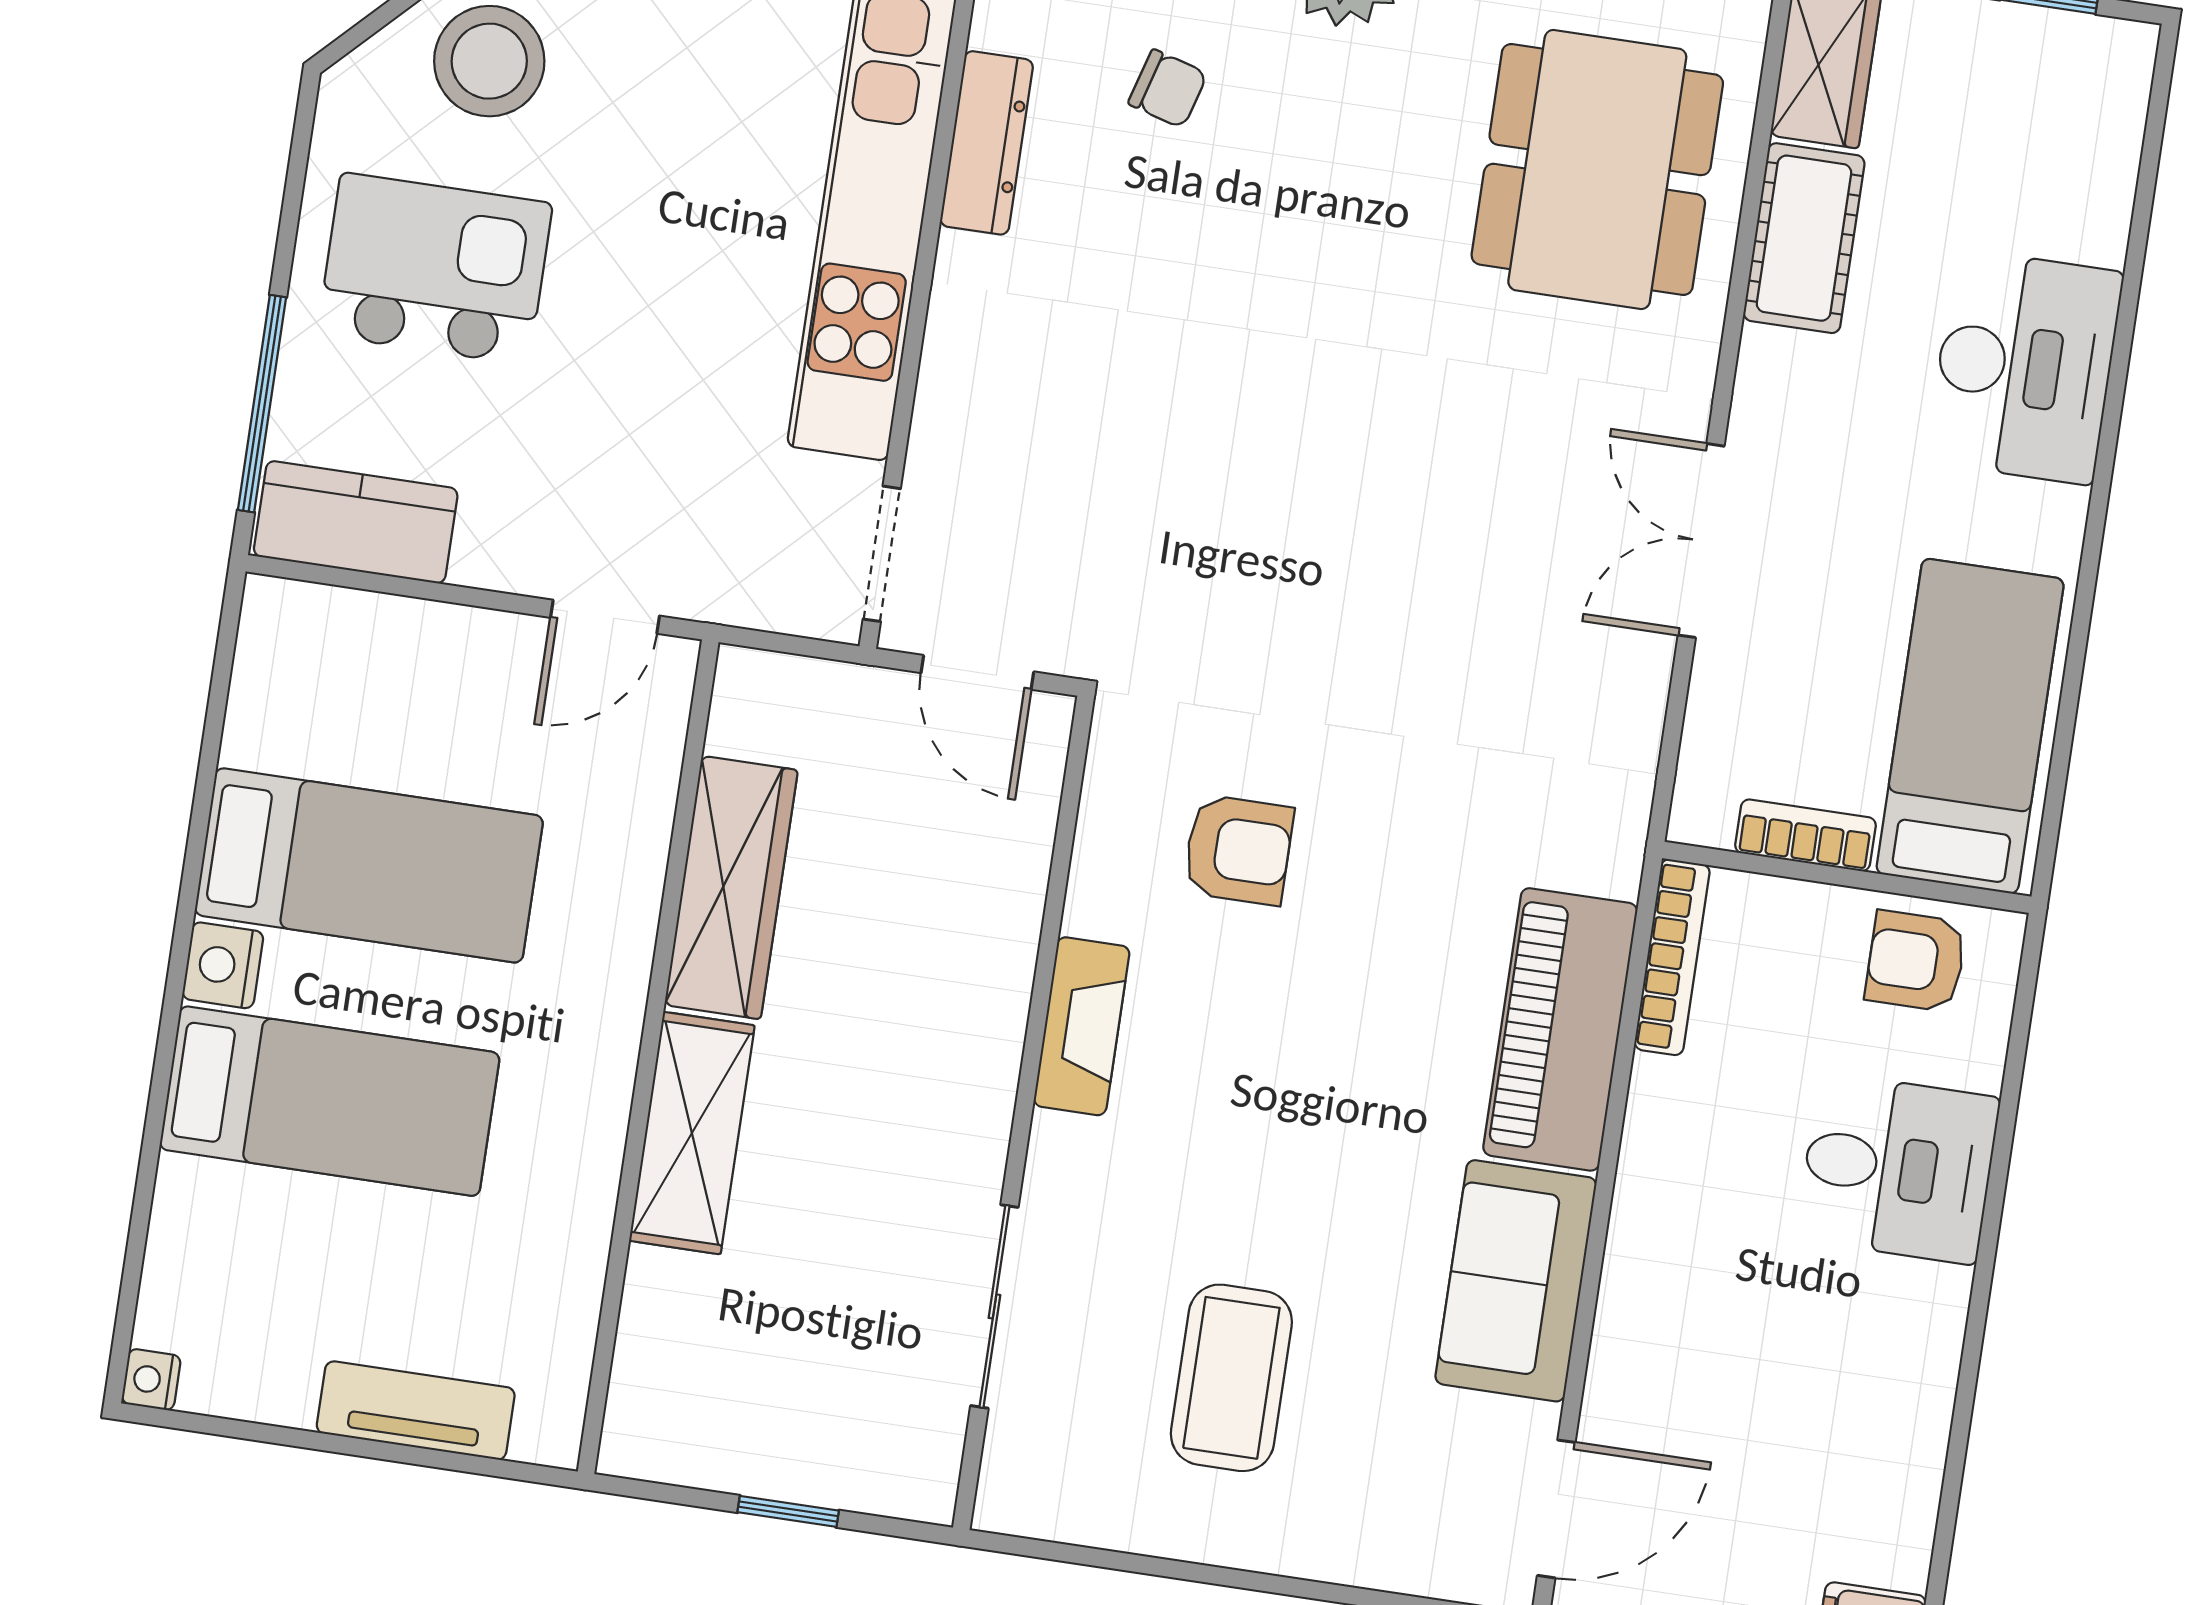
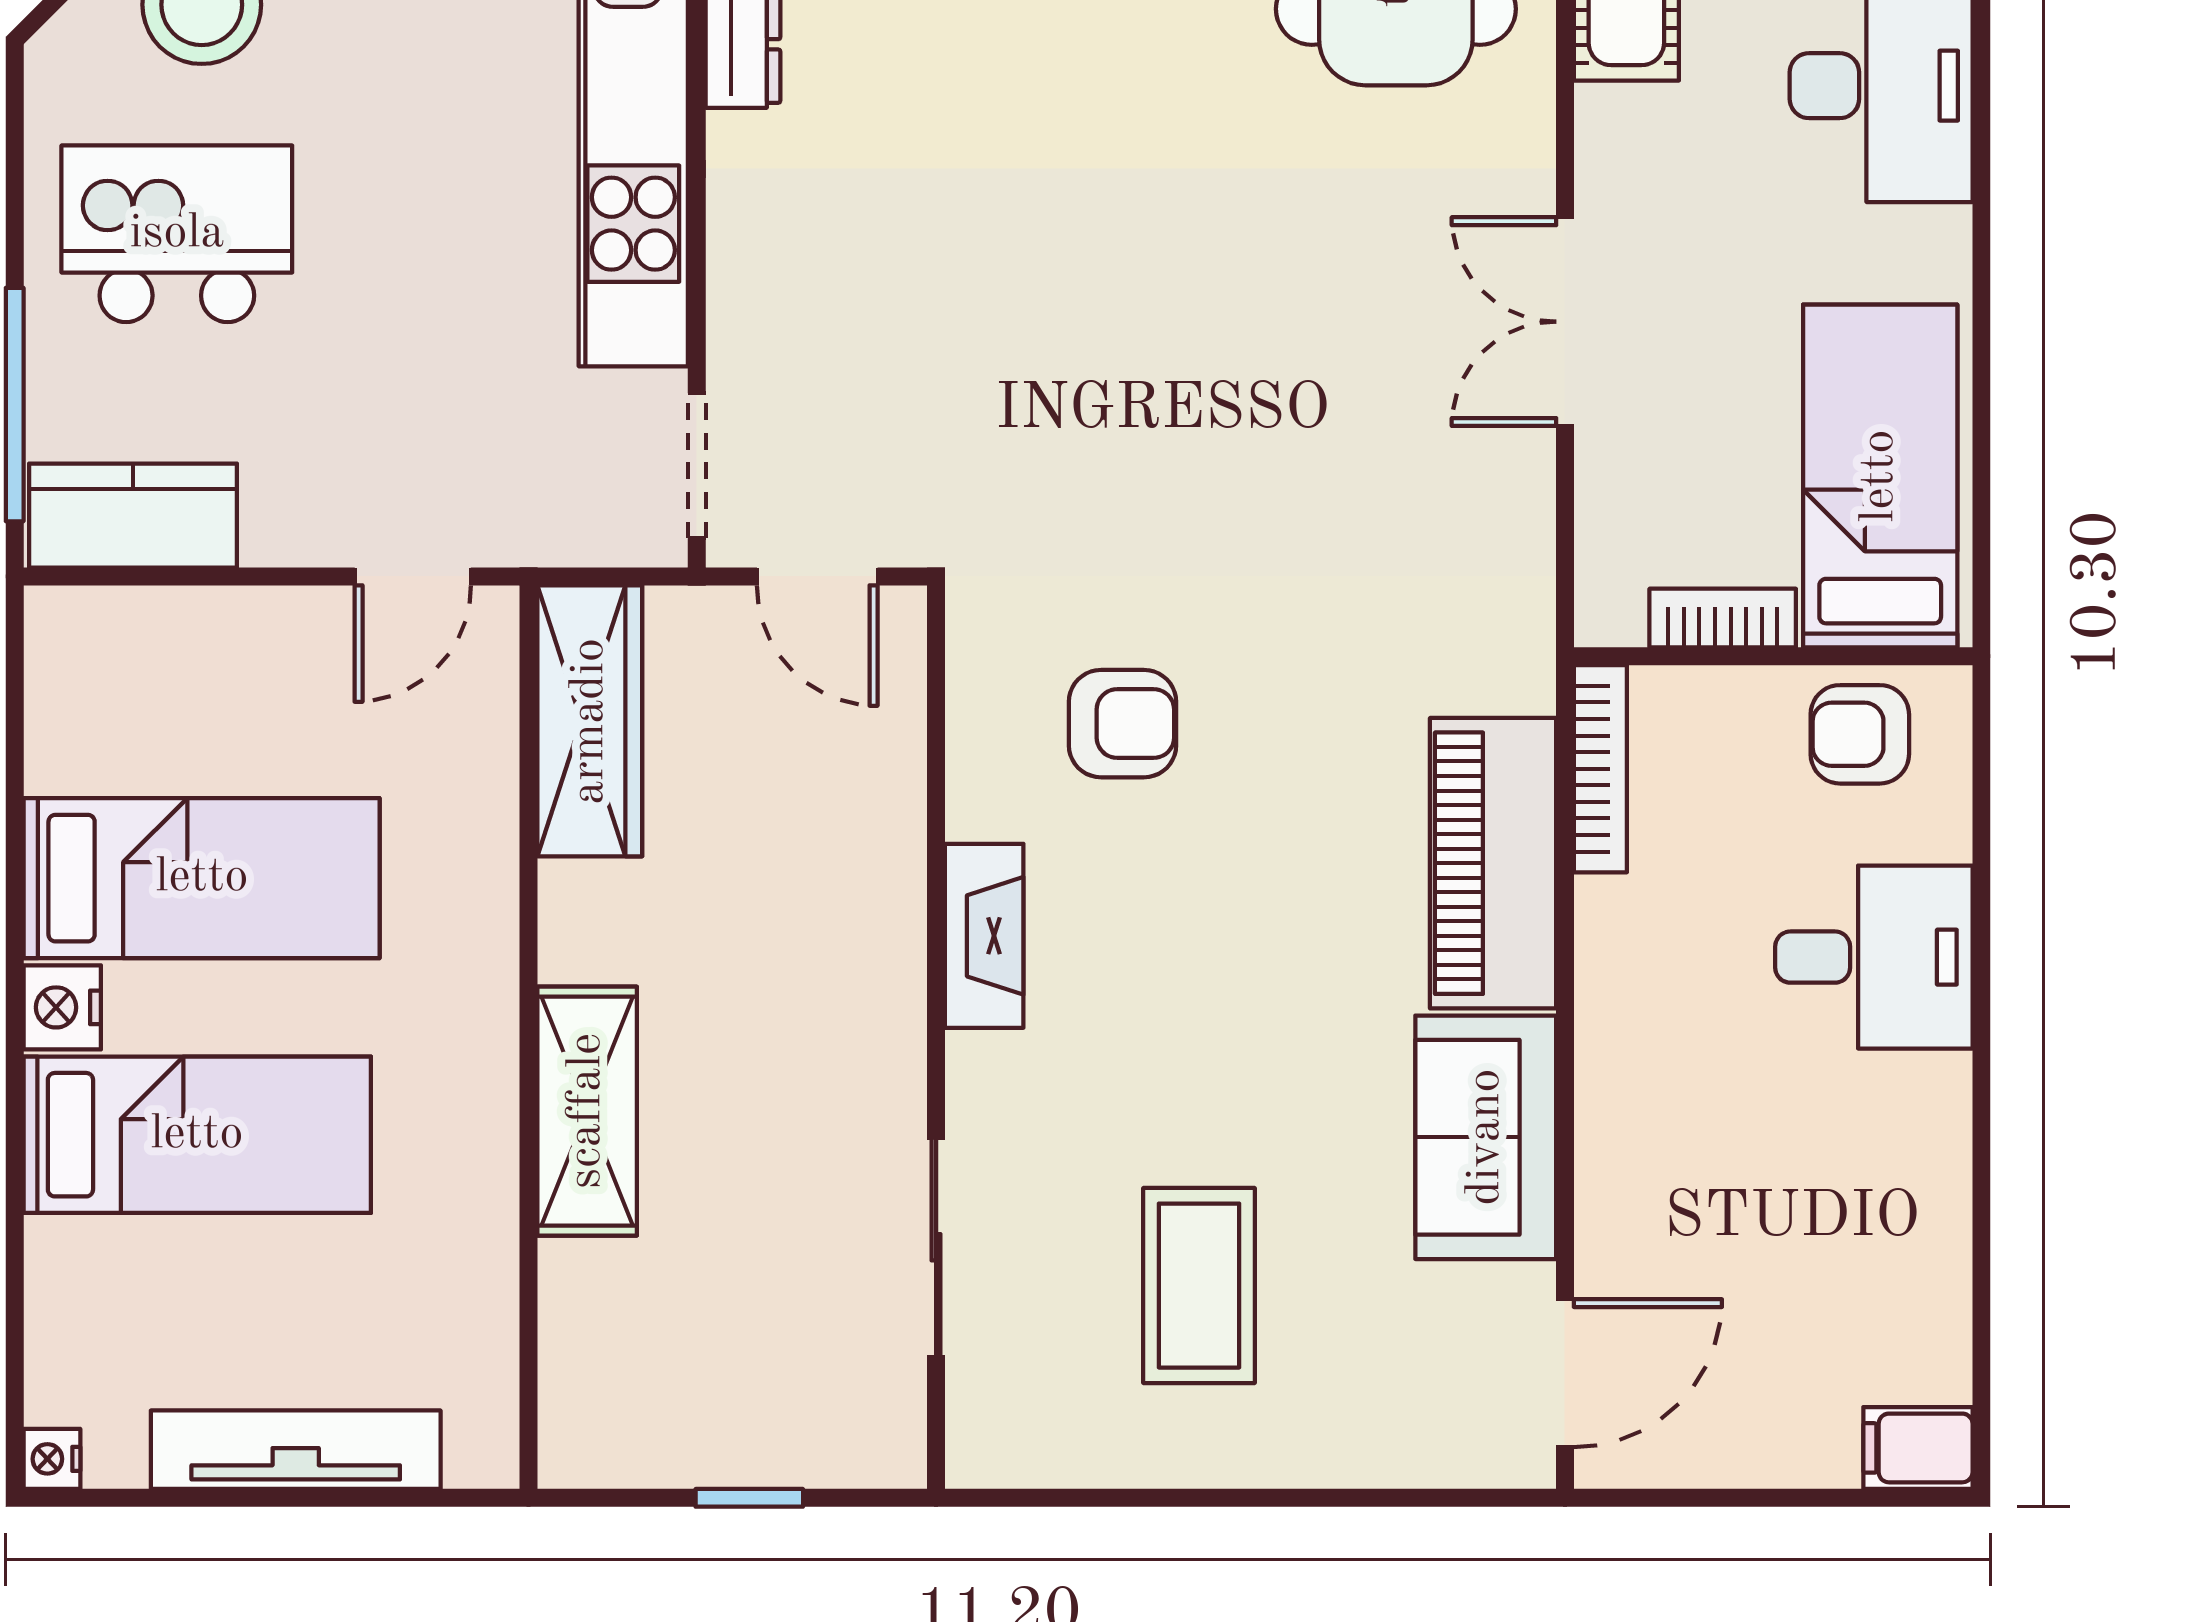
wardrobe: (731, 888) -> (590, 721), moved
tv unit: (416, 1410) -> (296, 1450), width x1.41

